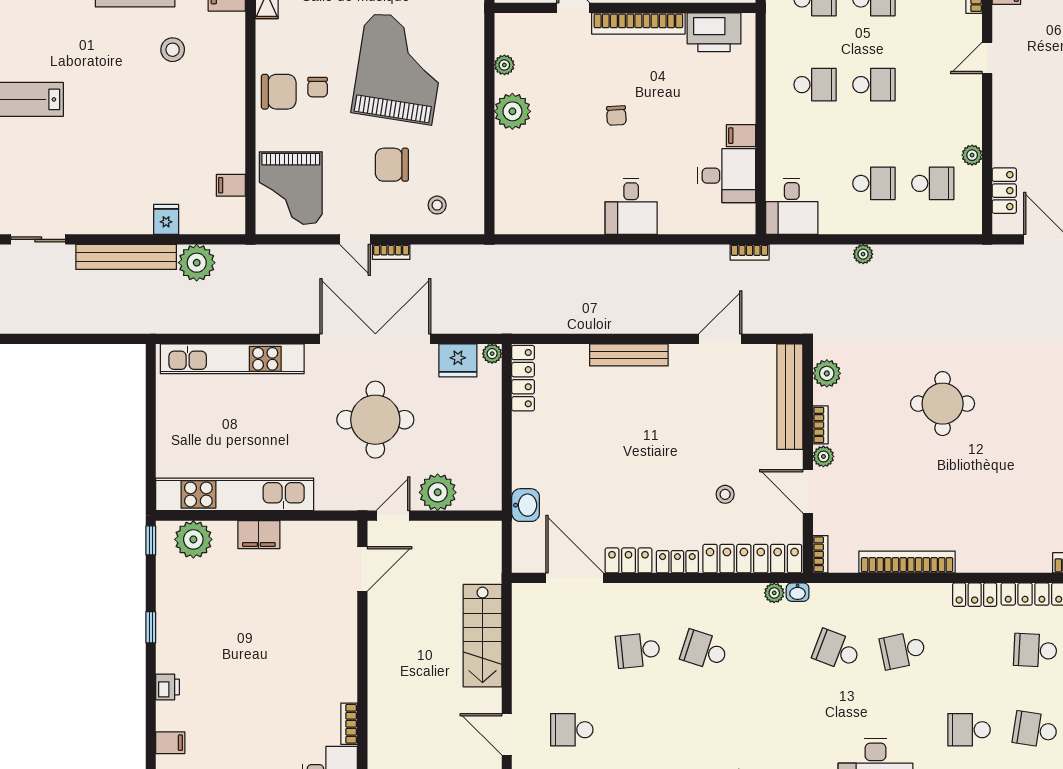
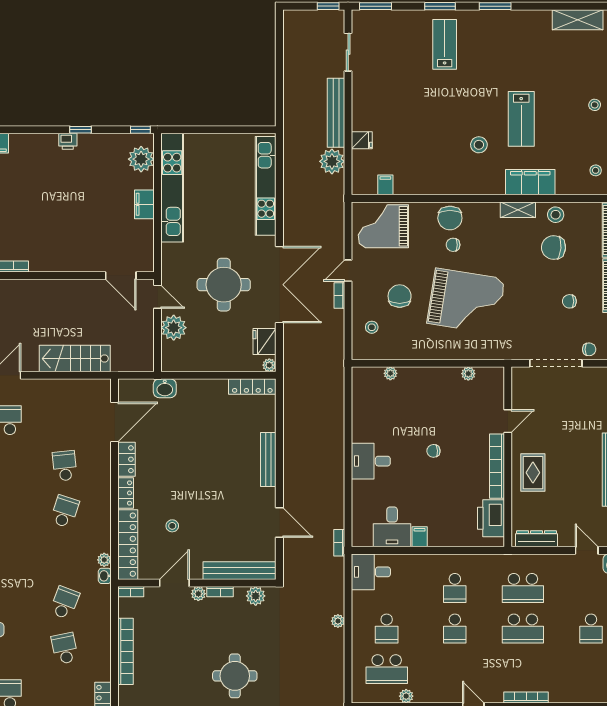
plant: (512, 111) -> (390, 373), moved, width x0.53, depth x0.53
school desk: (933, 183) -> (387, 669), width x1.85
printer: (168, 687) -> (68, 141), moved

